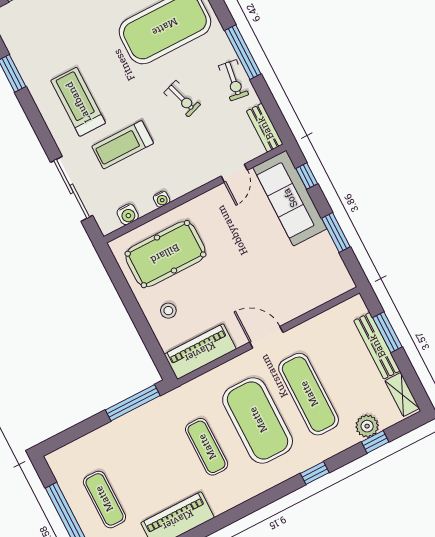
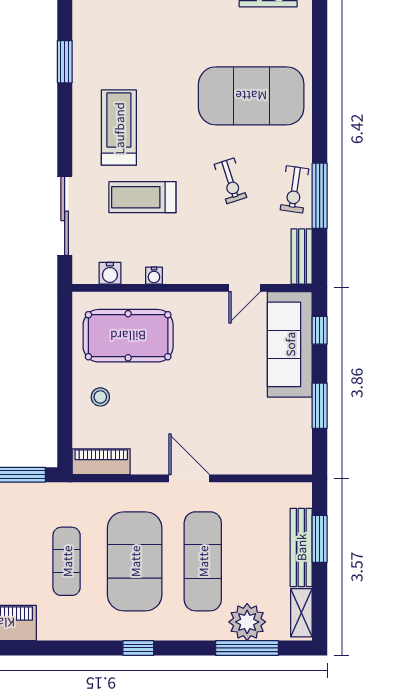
window: (243, 52) -> (320, 196), moved
piano: (200, 352) -> (101, 462), width x0.73, depth x0.75
plant: (367, 426) -> (247, 622), width x1.36, depth x1.36
window: (375, 442) -> (247, 648), width x2.17
window: (315, 473) -> (138, 648), moved

